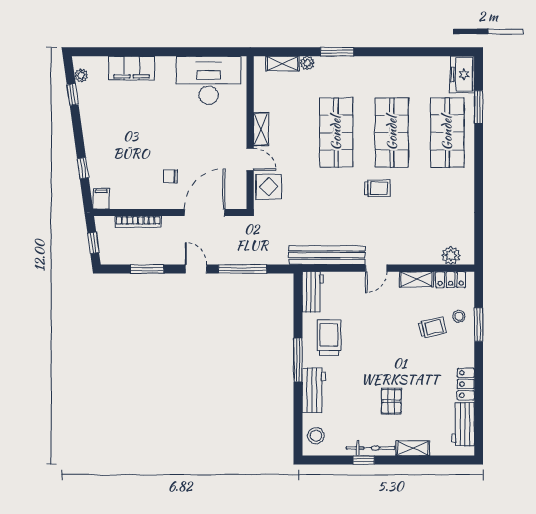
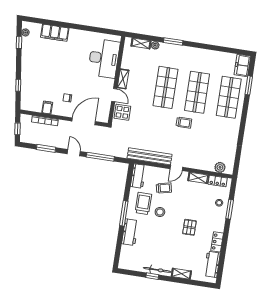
desk: (209, 80) -> (104, 58), moved, turned 90
filing cabinet: (101, 199) -> (47, 108), moved
trolley: (432, 327) -> (164, 188), moved
pallet: (391, 401) -> (189, 227), moved
stool: (316, 436) -> (160, 212), moved

